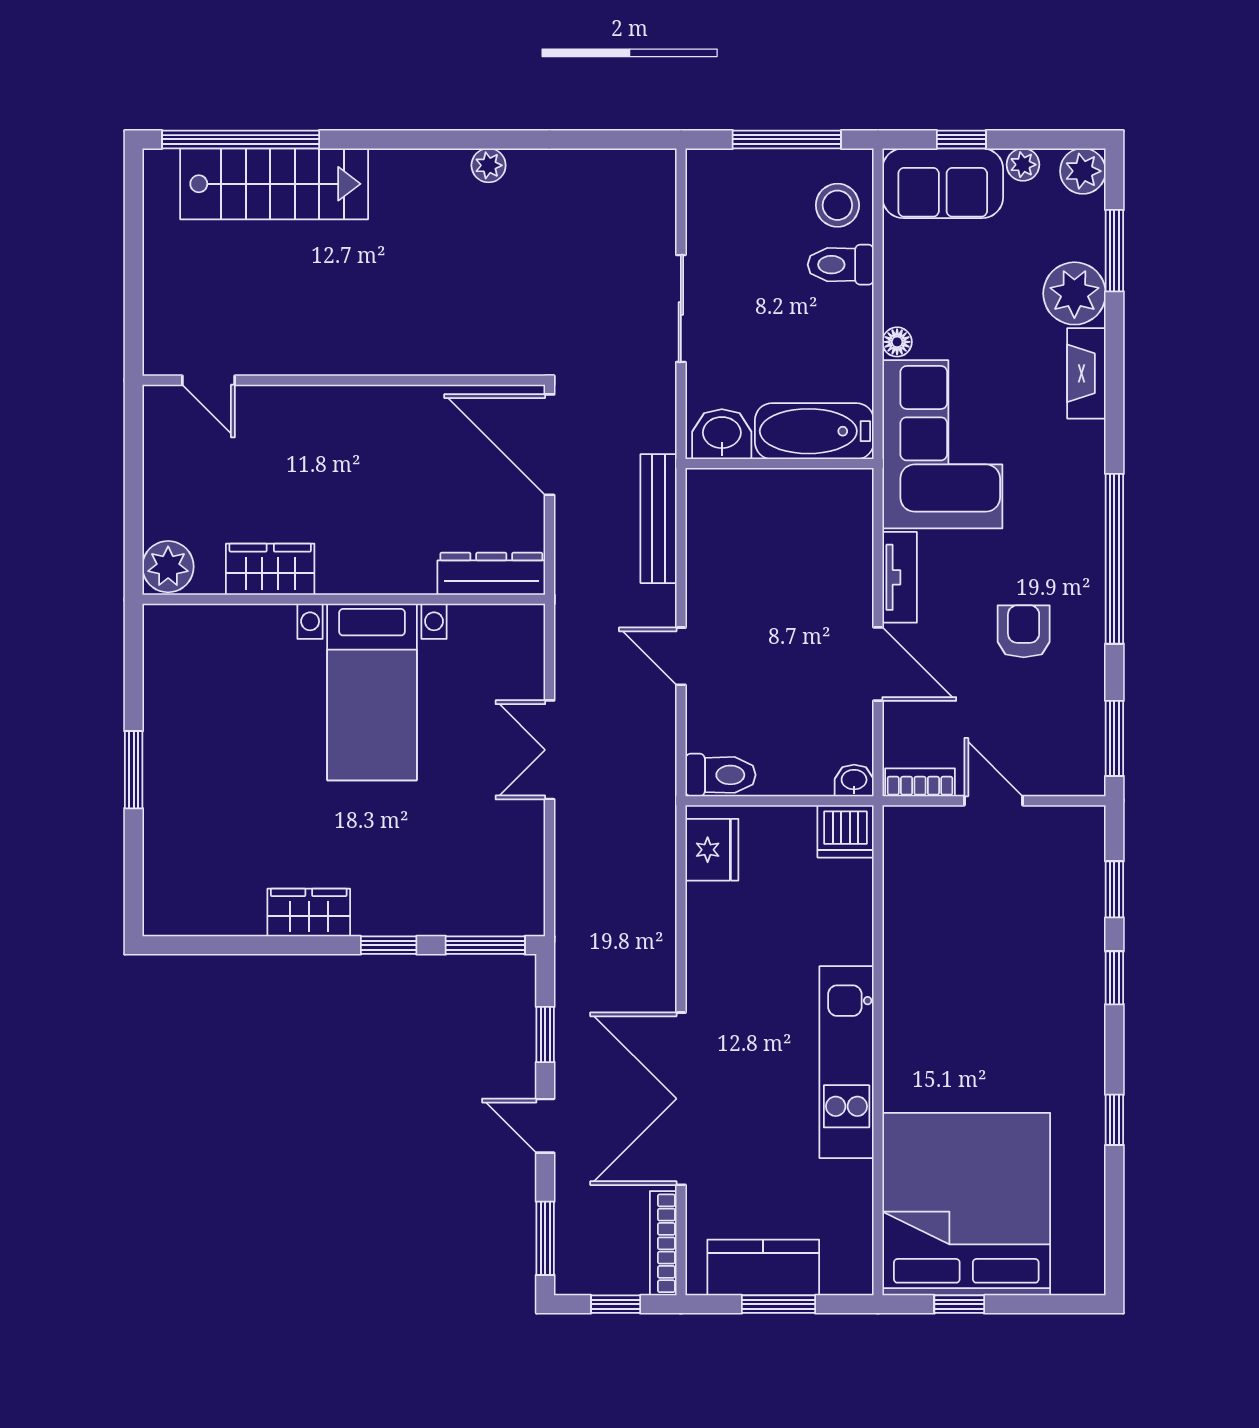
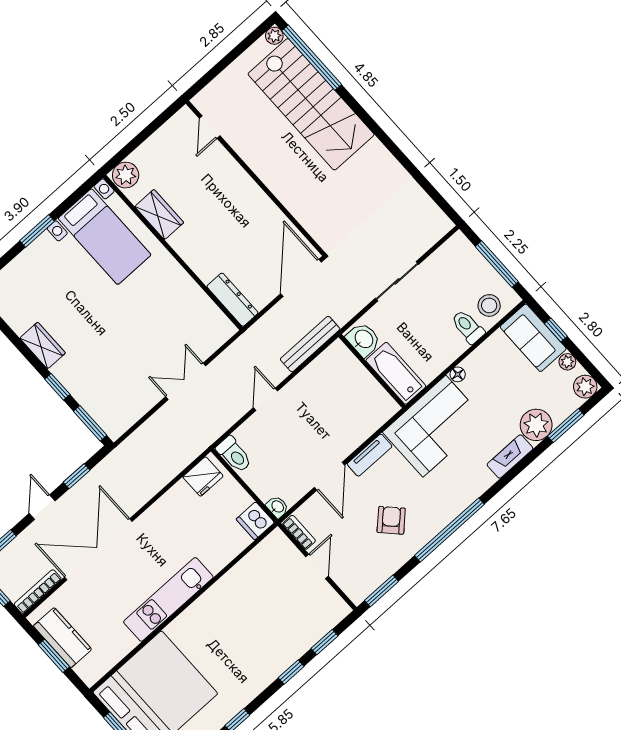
plant: (489, 165) -> (274, 36), moved
stairs: (274, 184) -> (311, 104), width x1.36, depth x1.51
armchair: (1024, 631) -> (391, 520), turned -44
bed with nightstands: (372, 692) -> (105, 237), moved, turned -90

